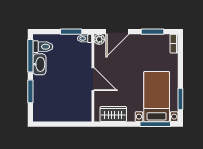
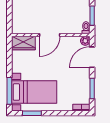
door: (117, 32) -> (92, 57), hinge flipped
wardrobe: (113, 114) -> (23, 43), moved, turned 90

